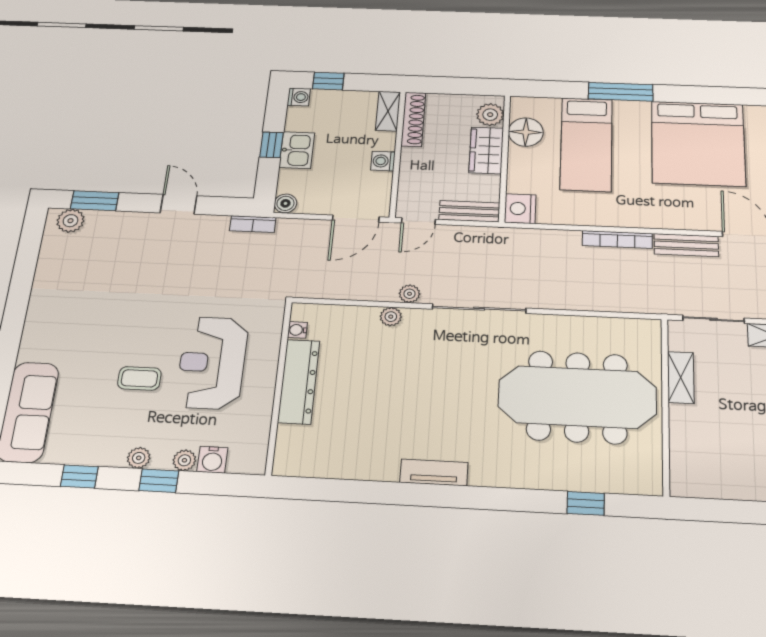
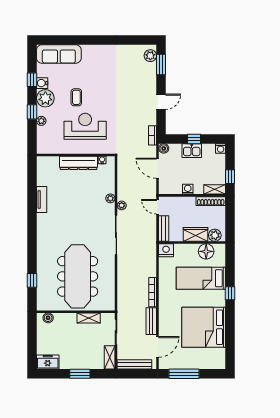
window: (328, 81) -> (230, 177), moved
window: (621, 92) -> (230, 293), width x0.46
door: (356, 219) -> (158, 168), moved
plant: (139, 458) -> (45, 98), width x1.88, depth x1.88
water cooler: (212, 460) -> (42, 83), moved
boiler: (682, 470) -> (48, 318), added
tv unit: (434, 472) -> (42, 199), moved

